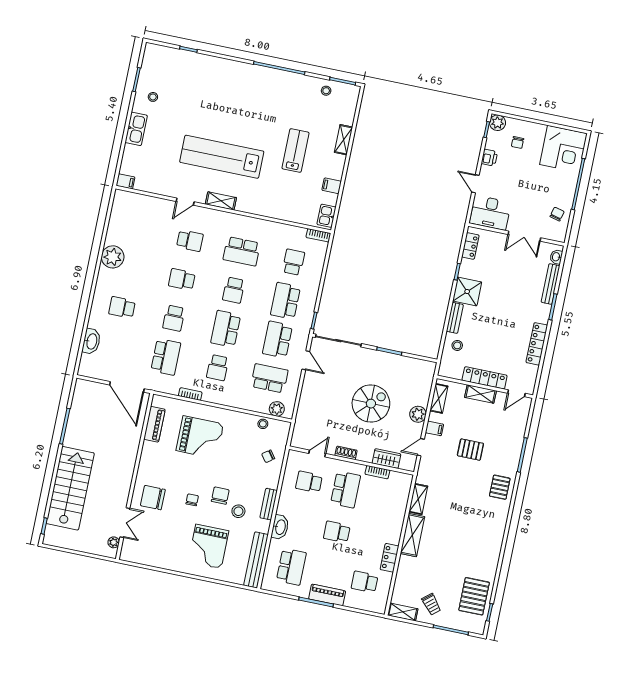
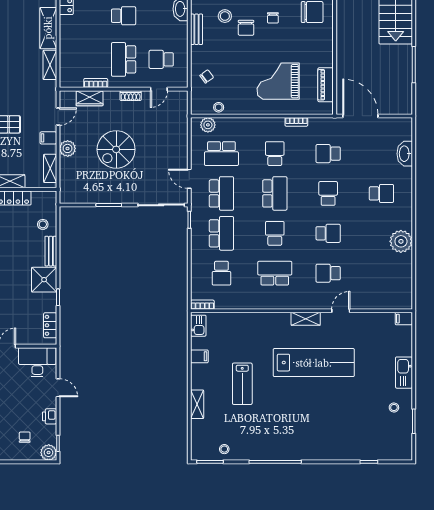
school desk: (166, 357) -> (328, 154), width x0.54
school desk: (309, 482) -> (161, 59), turned 180

